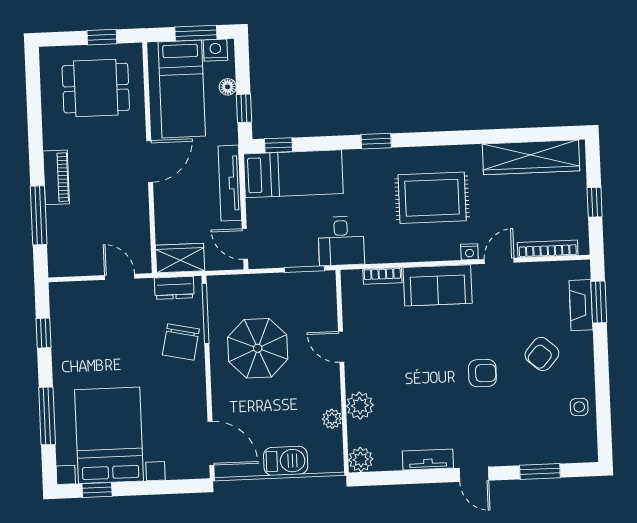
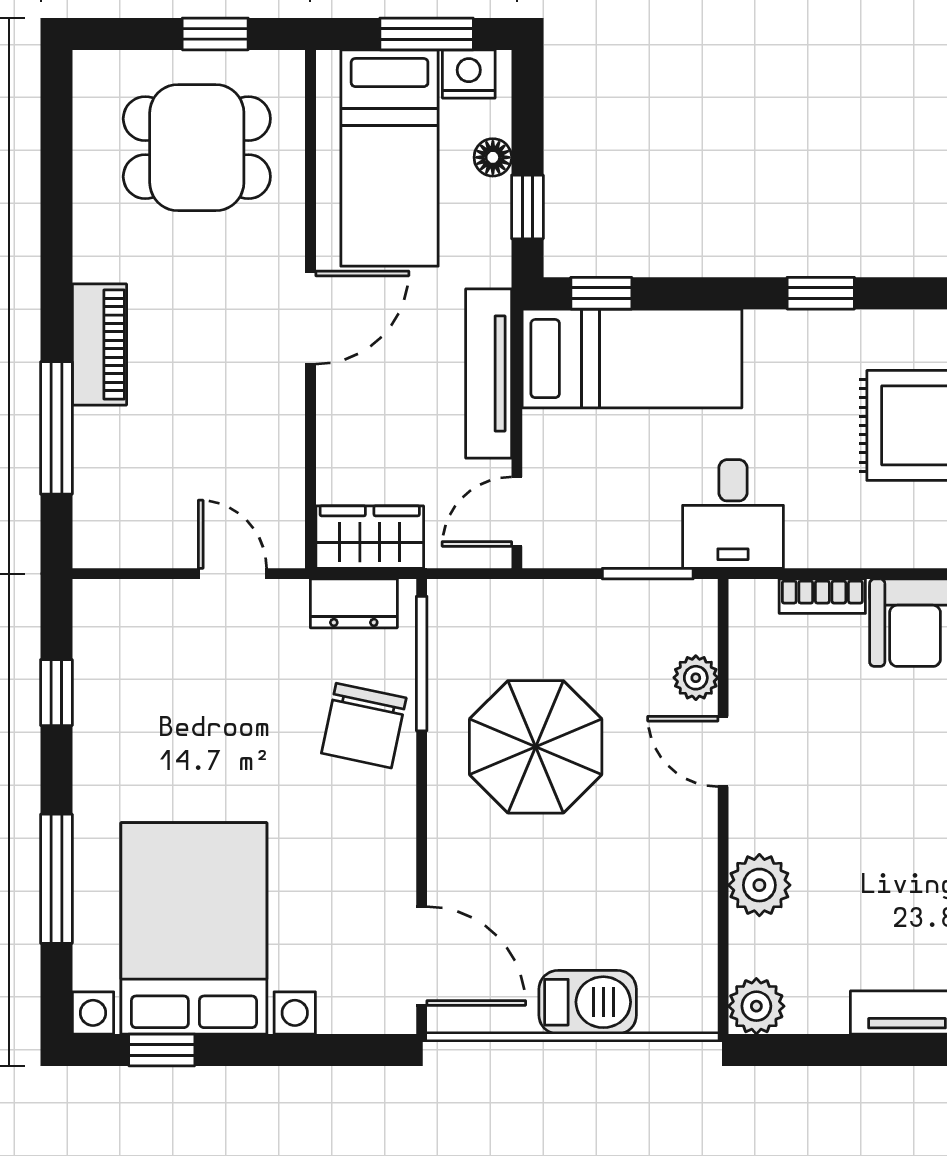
door: (245, 244) -> (517, 512), hinge flipped
plant: (332, 419) -> (696, 678), moved

